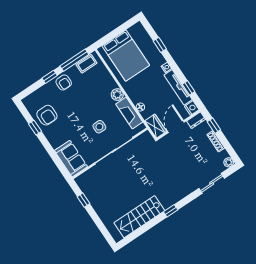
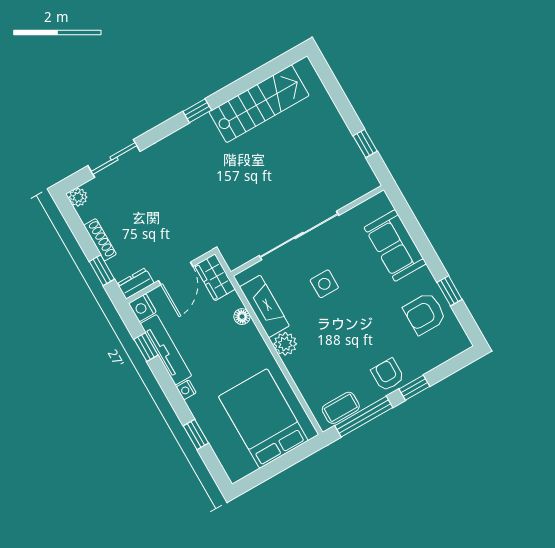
armchair: (47, 115) -> (425, 313), turned -90
sofa: (71, 159) -> (395, 246), moved

